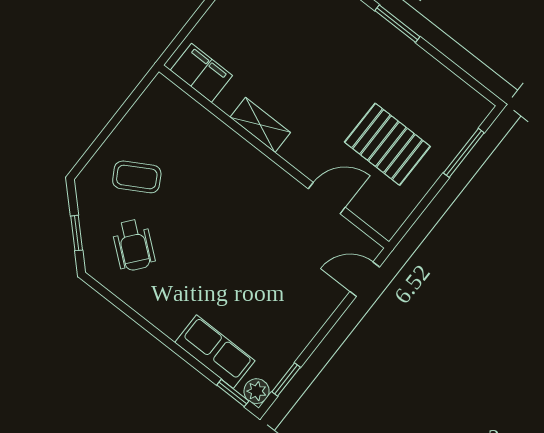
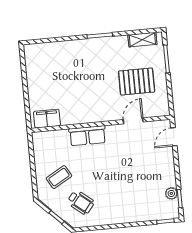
shelving: (260, 125) -> (142, 40), moved
row of seats: (215, 352) -> (87, 136), moved, turned 180
plant: (257, 391) -> (171, 193), moved

